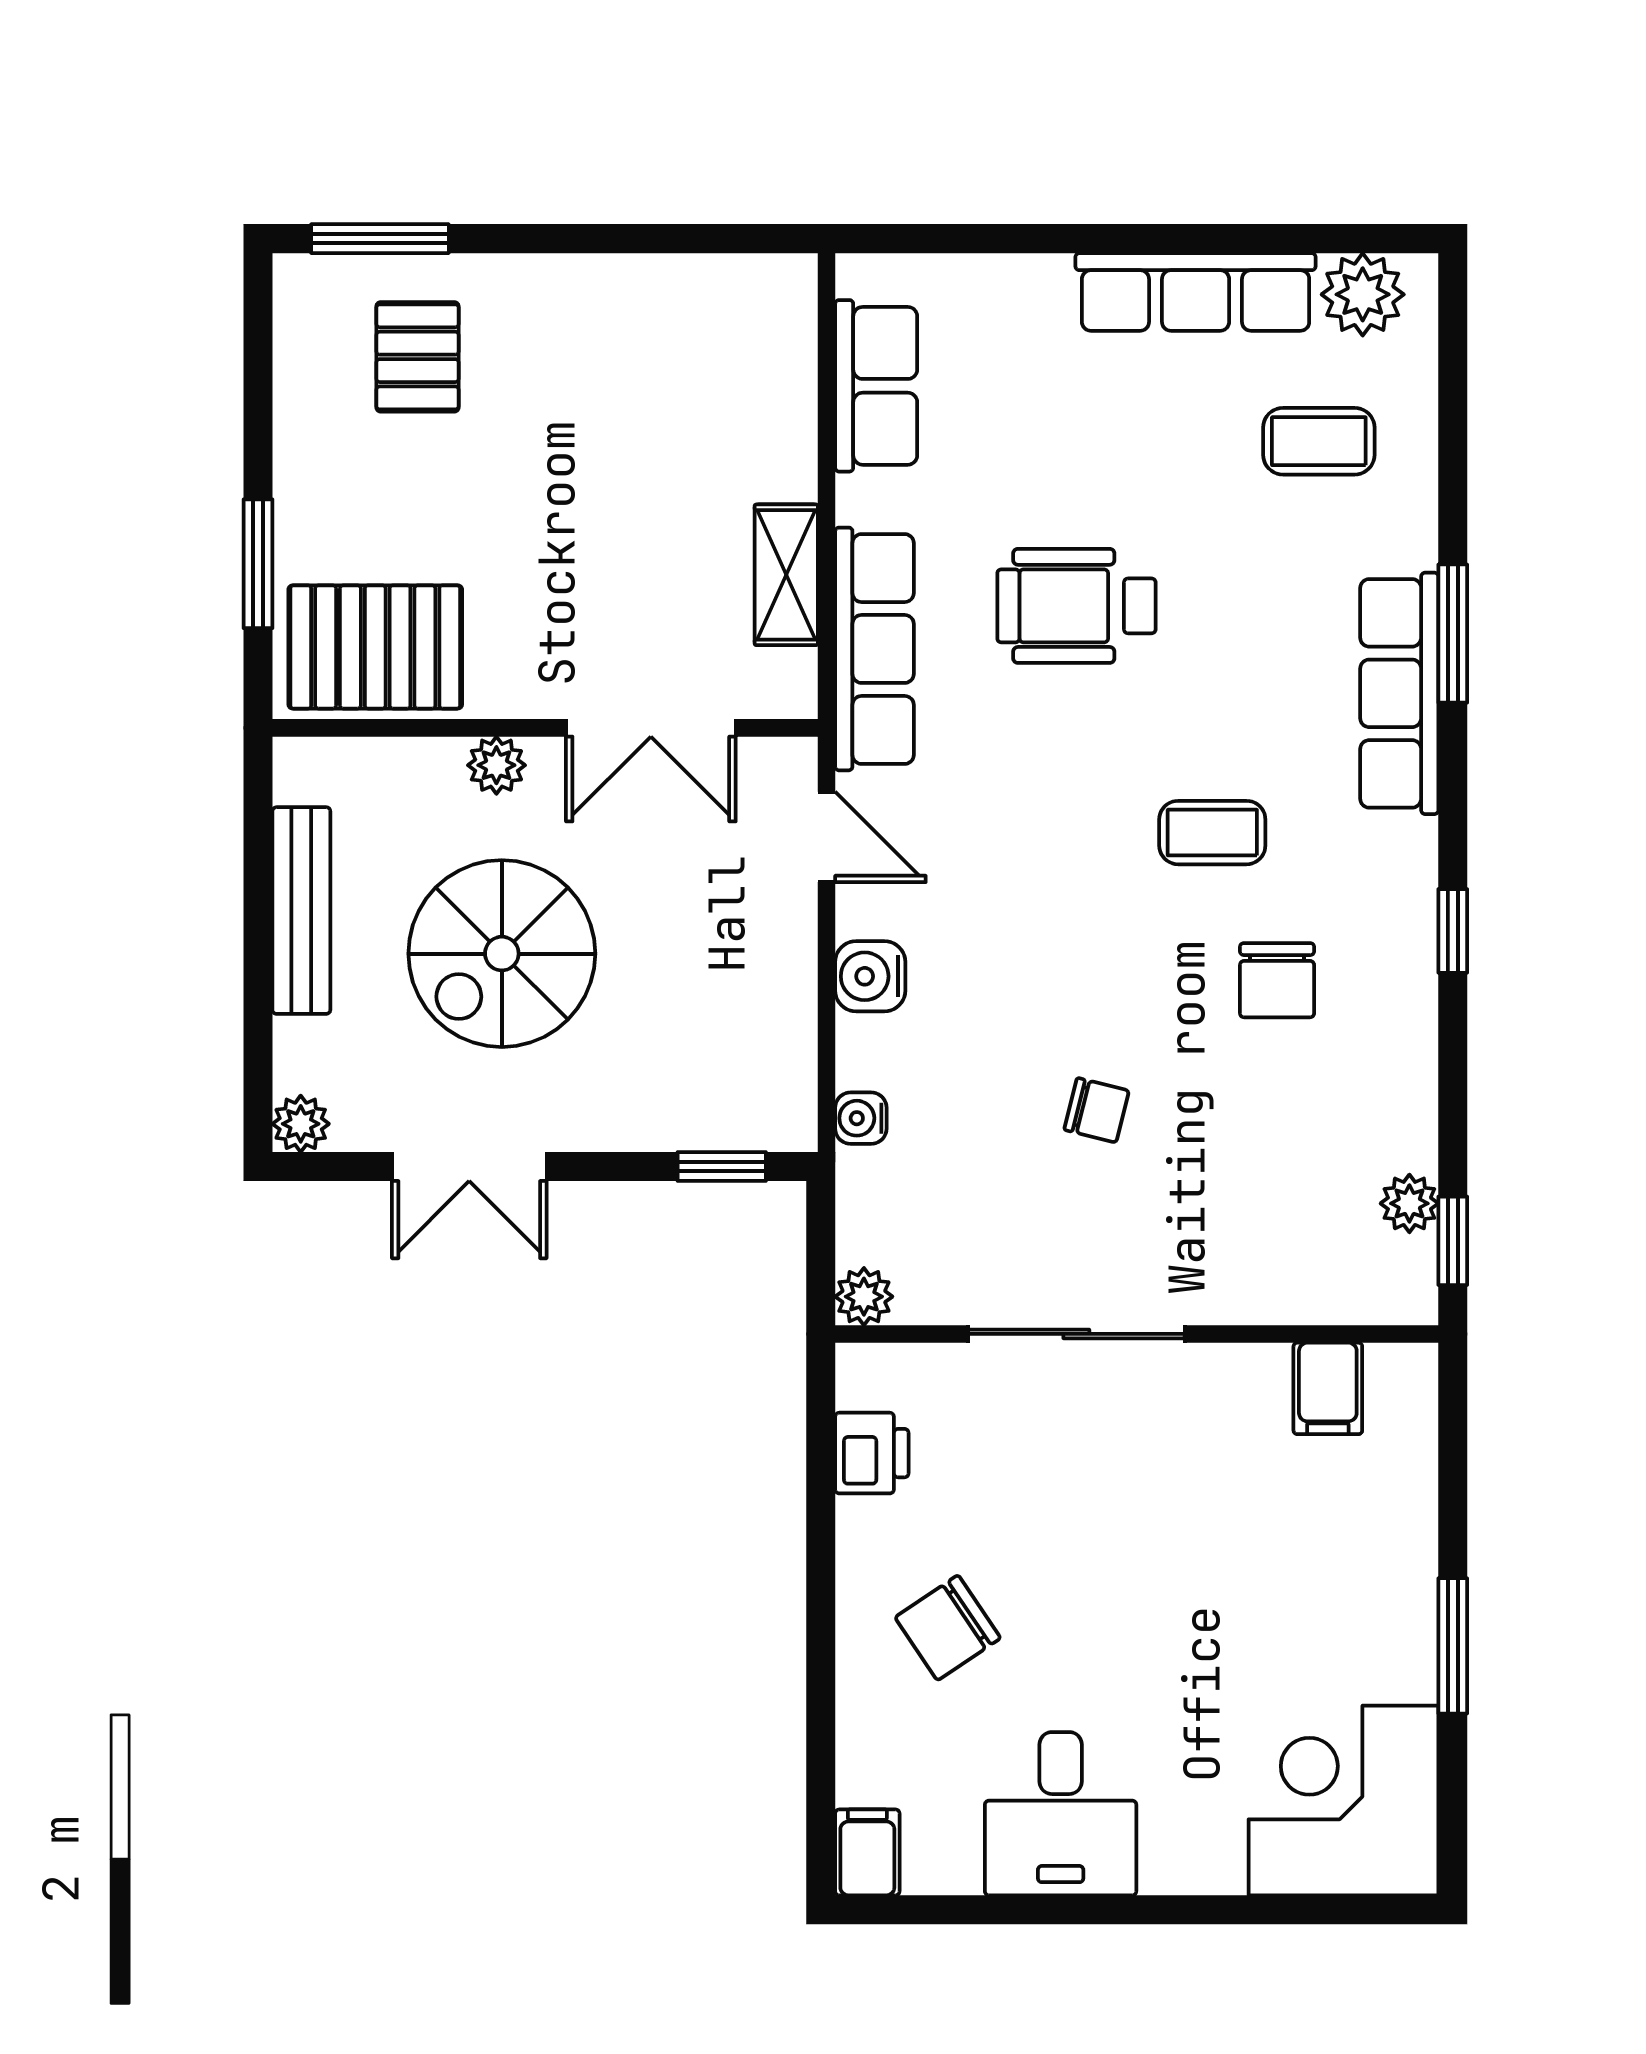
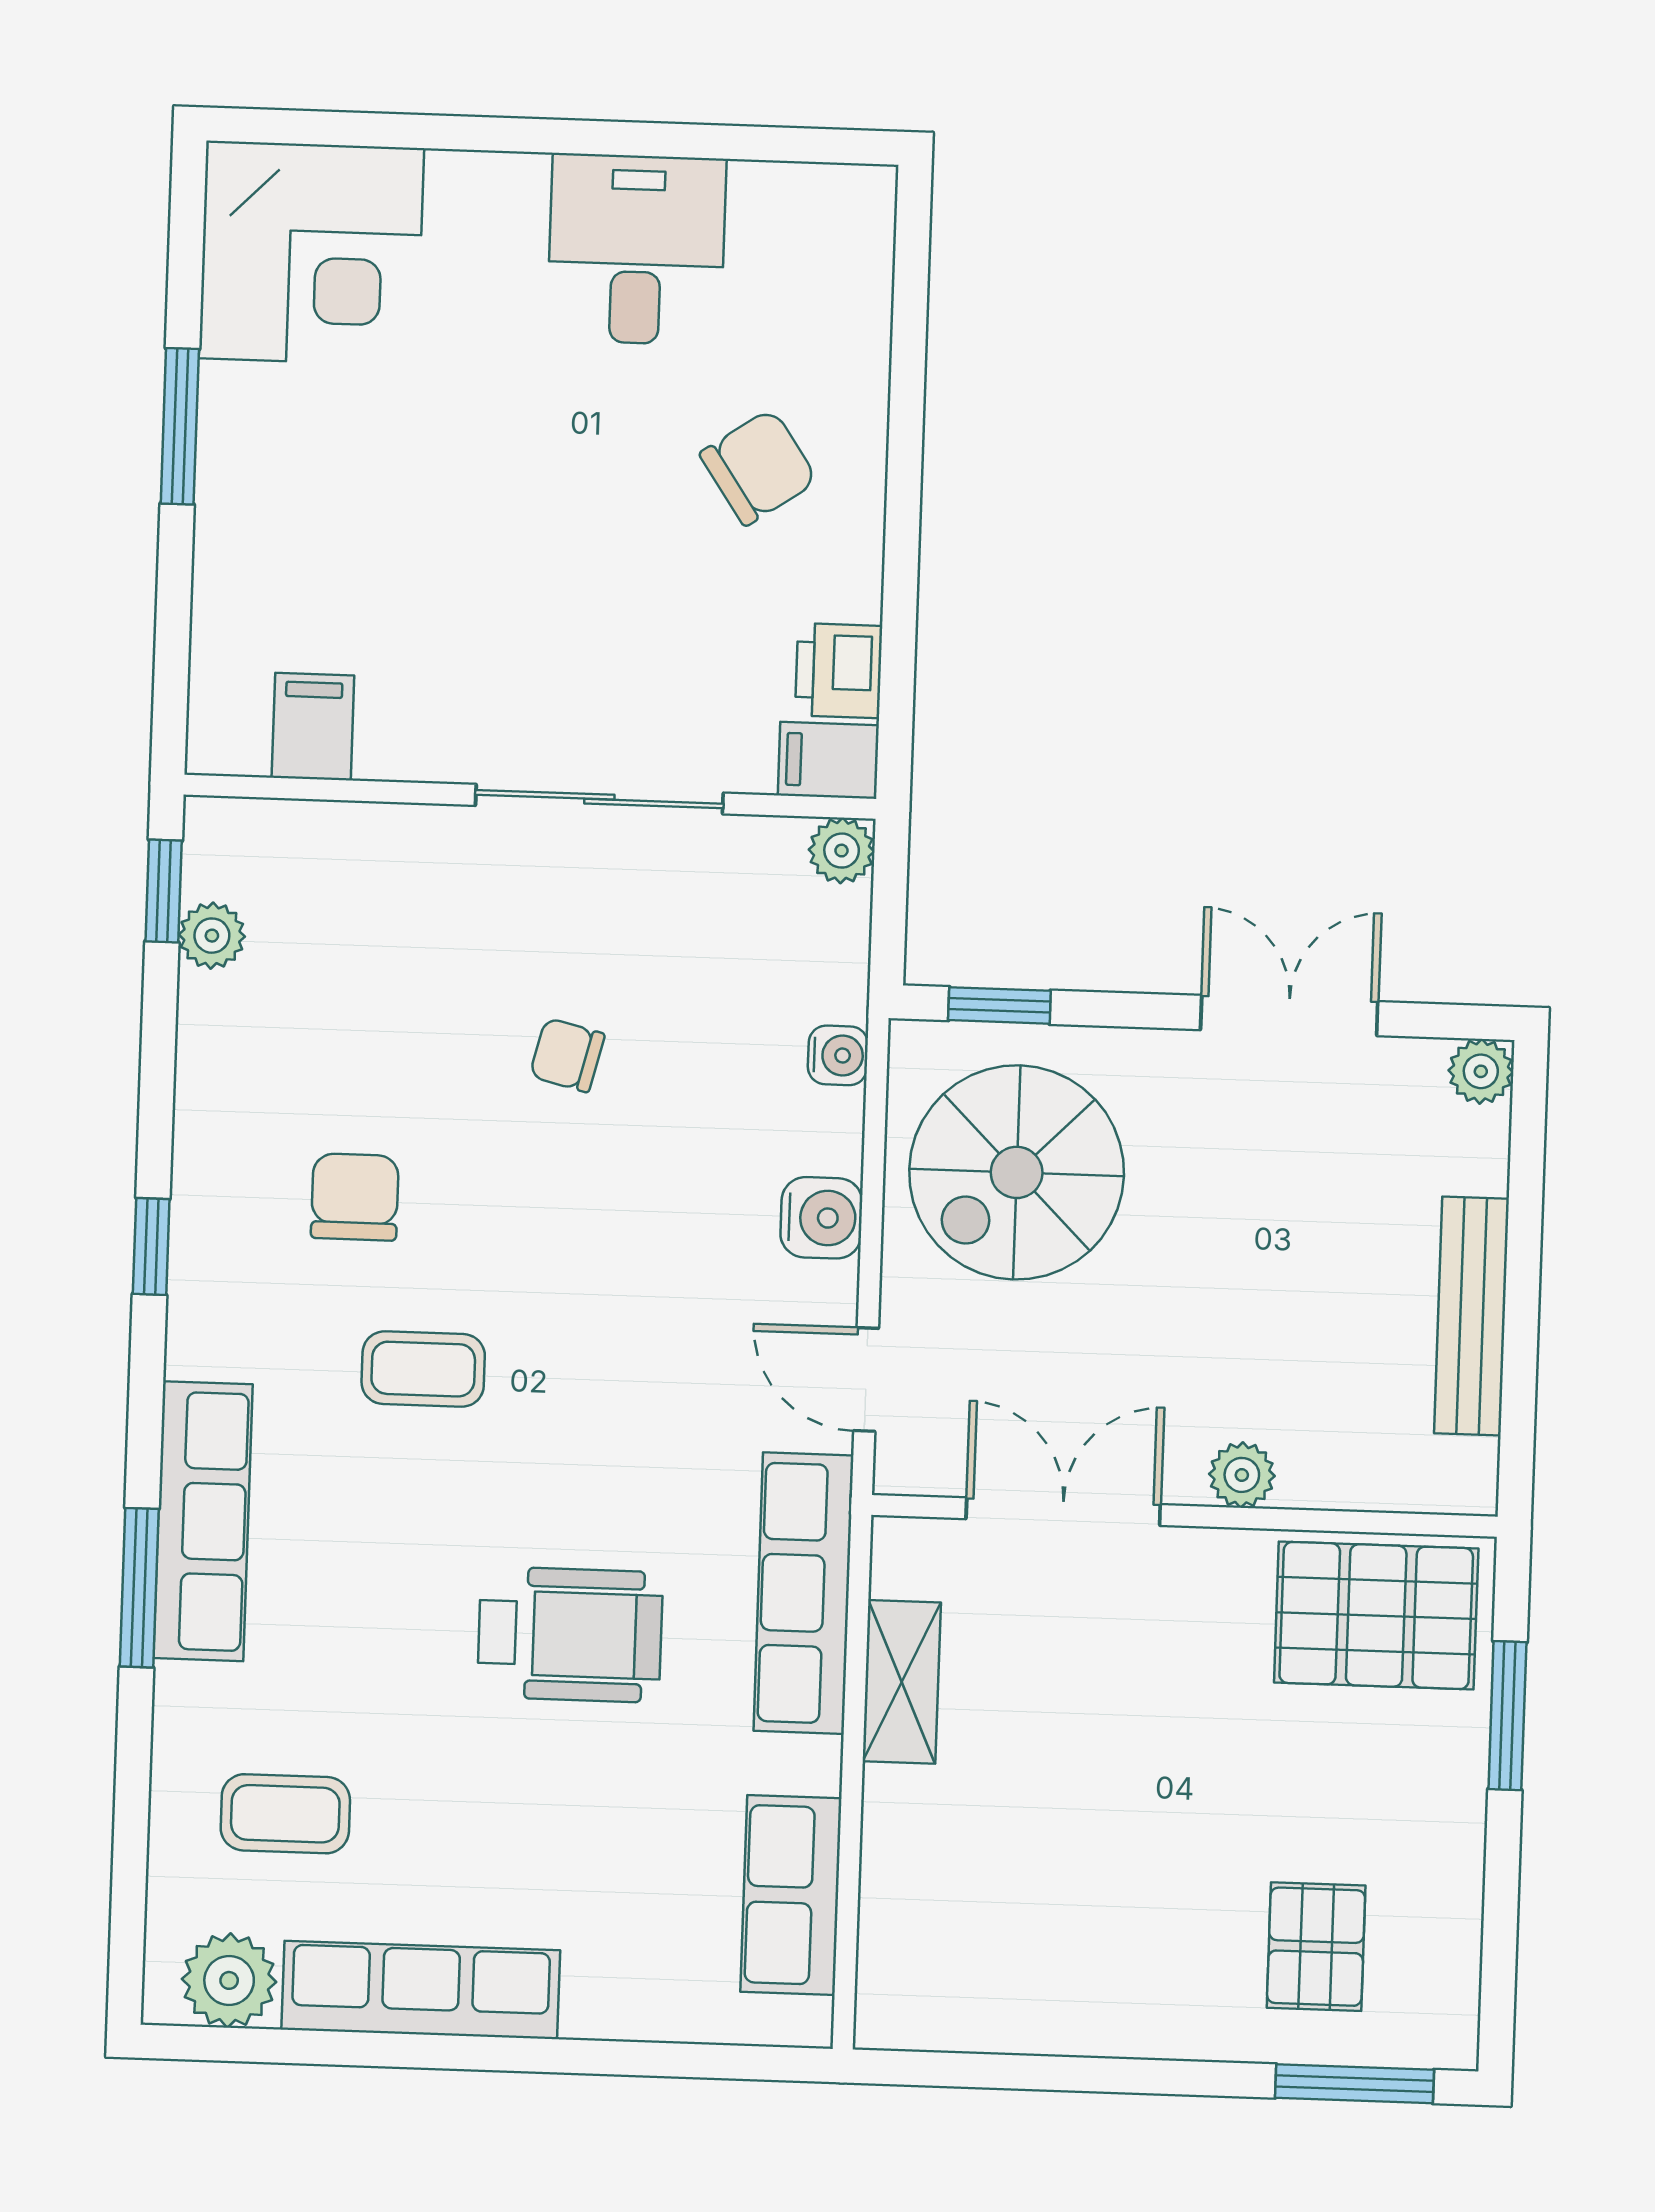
spiral stairs: (502, 954) -> (1017, 1172), moved, turned 180
filing cabinet: (867, 1852) -> (828, 760), moved, turned 90

